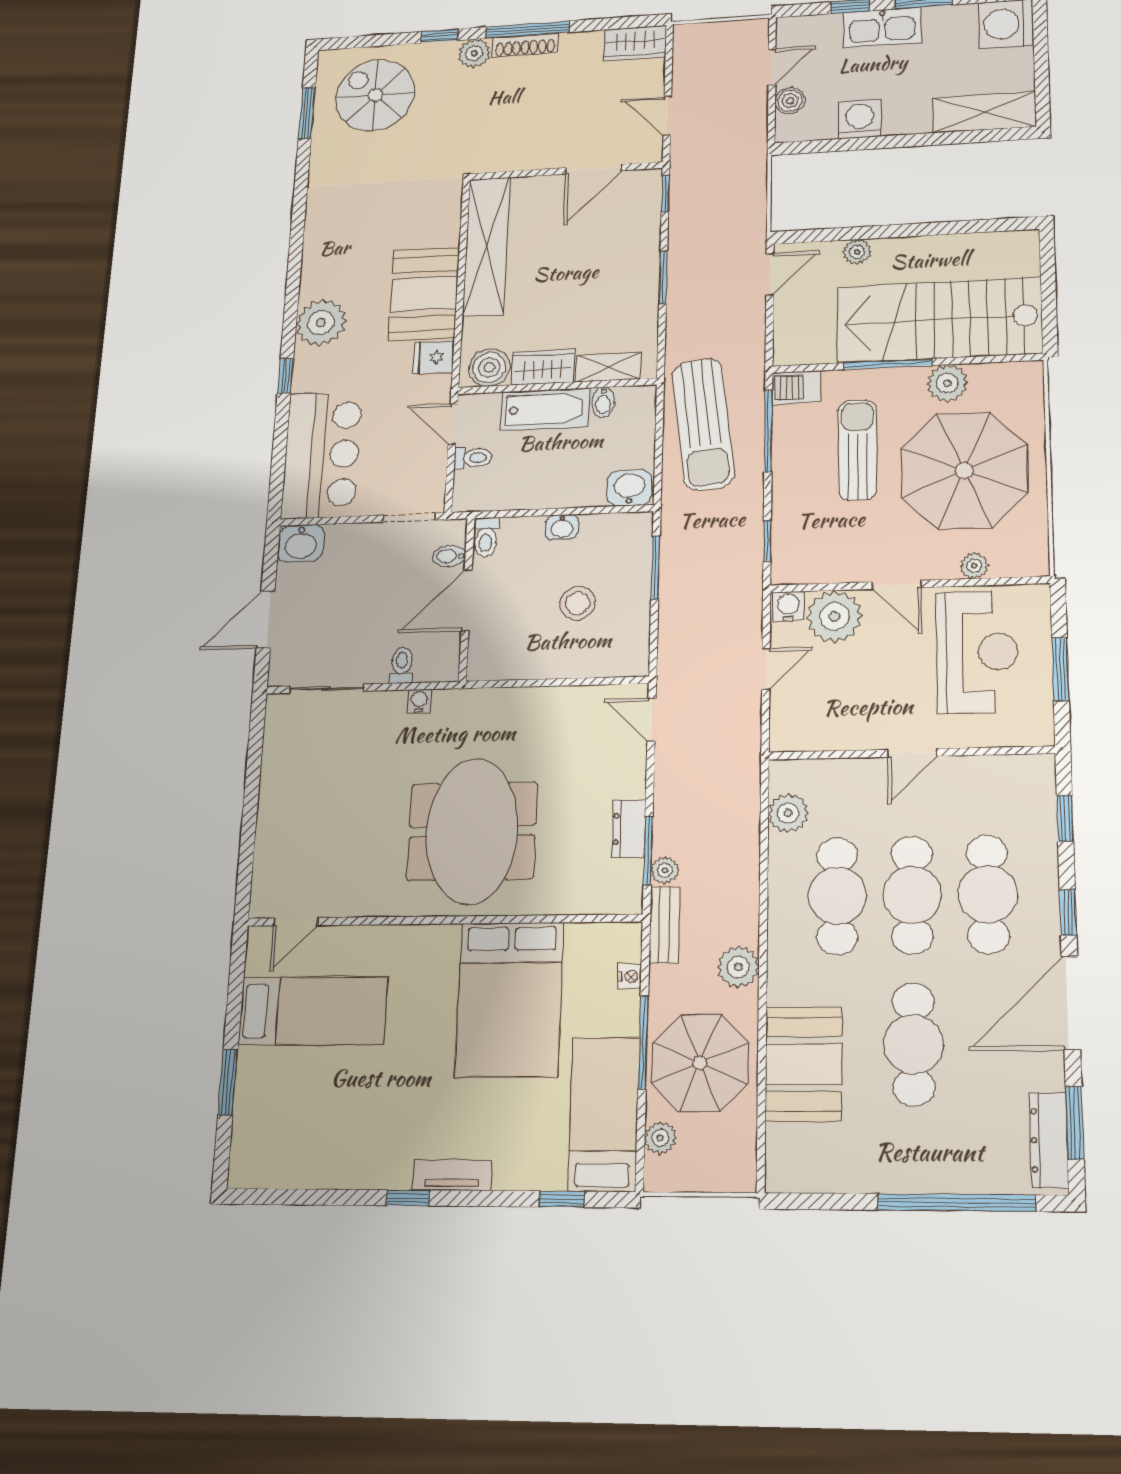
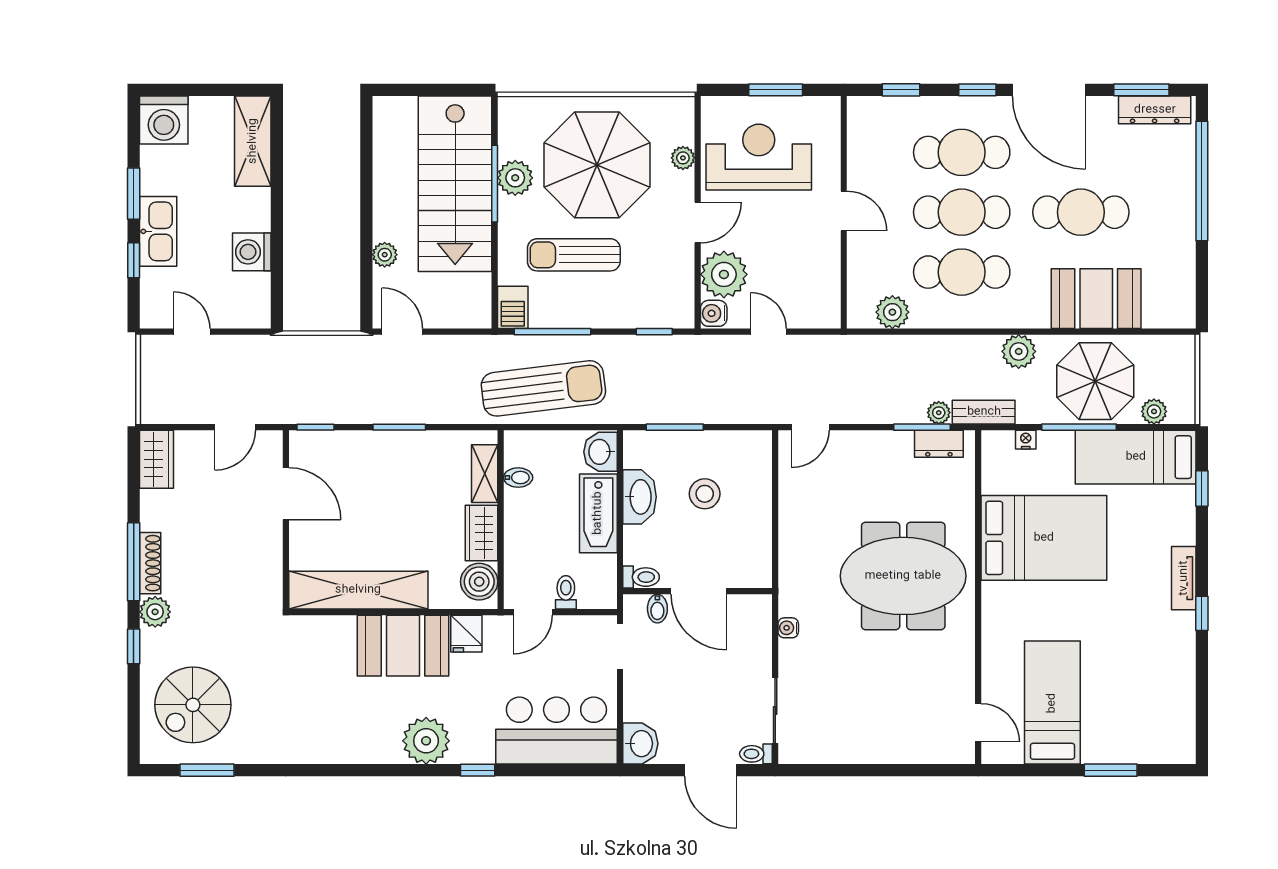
boiler: (790, 101) -> (228, 315), removed
window: (887, 364) -> (495, 184), moved
bathtub: (545, 409) -> (598, 513), moved, turned 180
washbasin: (562, 527) -> (640, 497), width x1.91, depth x1.45
toilet: (402, 665) -> (756, 754), moved
dresser: (629, 829) -> (939, 444), moved

